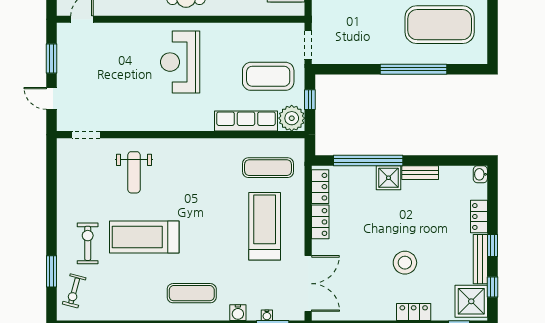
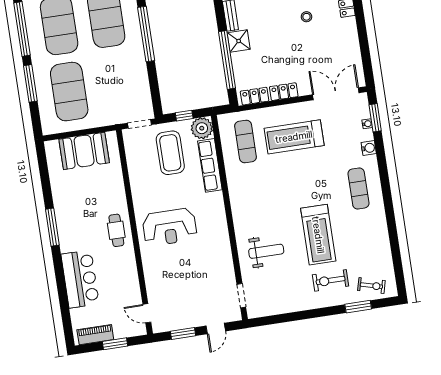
stool: (405, 263) -> (306, 17), width x0.53, depth x0.53

